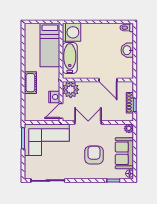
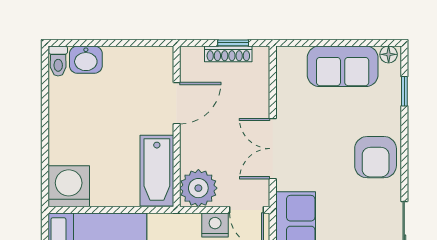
washbasin: (127, 50) -> (86, 60), moved
bathtub: (70, 58) -> (157, 171), moved, turned -90
plant: (129, 128) -> (286, 56), removed
armchair: (94, 155) -> (376, 157), moved, turned -90

